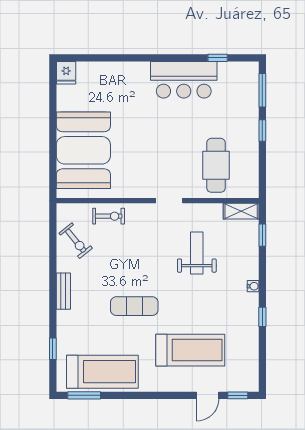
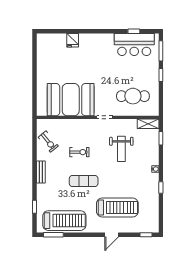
fridge: (66, 73) -> (73, 40), moved
bar counter: (184, 80) -> (134, 44), moved
booth: (83, 150) -> (71, 100), moved, turned 90
cafe table: (216, 165) -> (133, 96), turned 90
exercise bike: (109, 216) -> (79, 152), moved
weight bench: (197, 253) -> (121, 149), turned 180
door: (208, 395) -> (112, 235), moved

